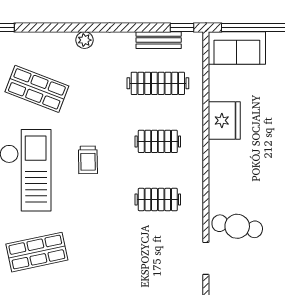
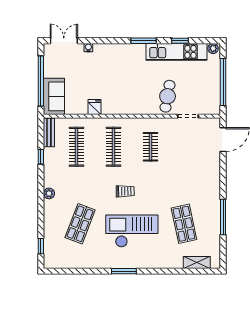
window: (182, 27) -> (41, 157), moved
bench: (159, 40) -> (49, 132), moved
fridge: (224, 120) -> (95, 107), width x0.53, depth x0.75
clothes rail: (158, 141) -> (113, 147), width x1.36

